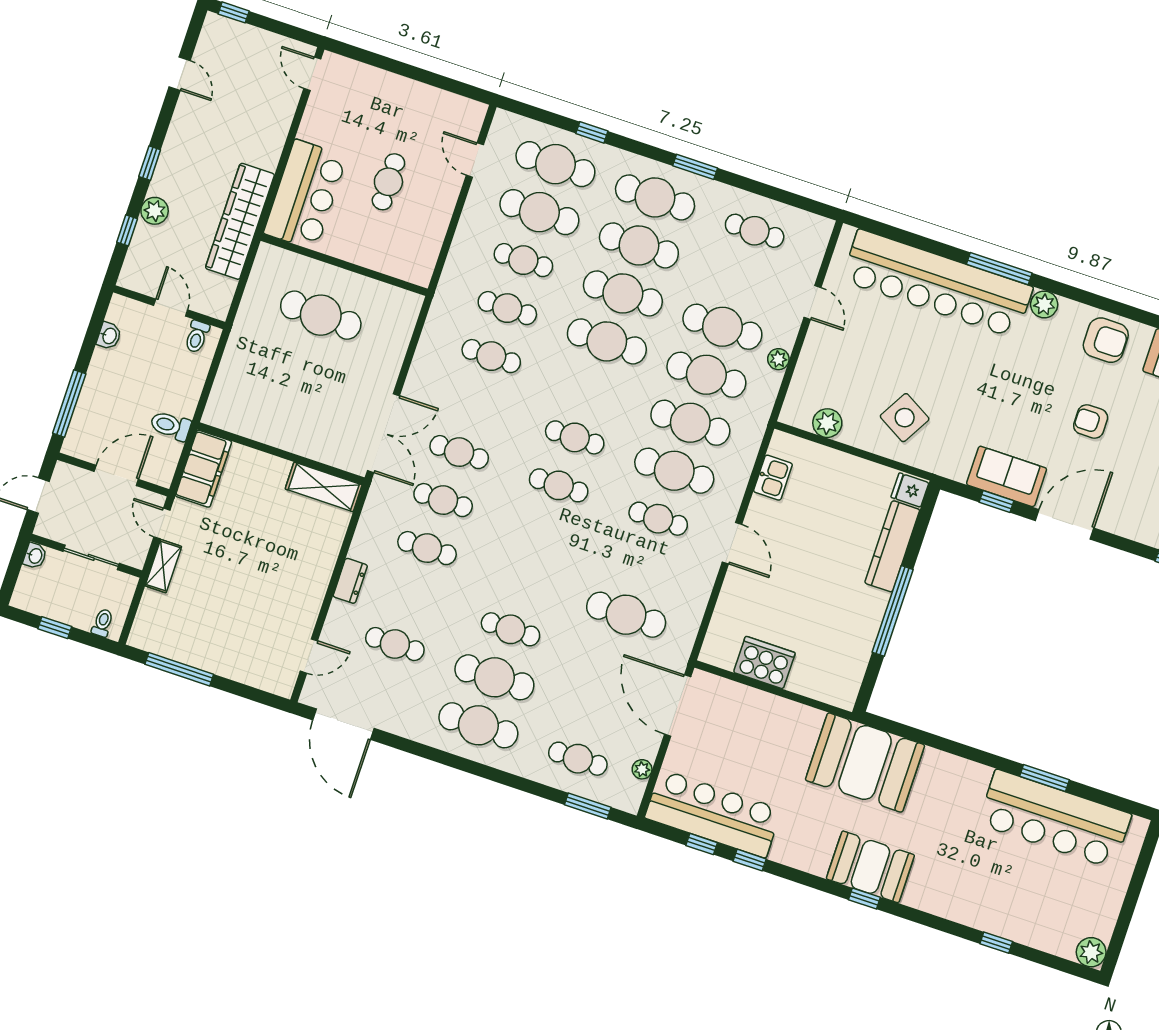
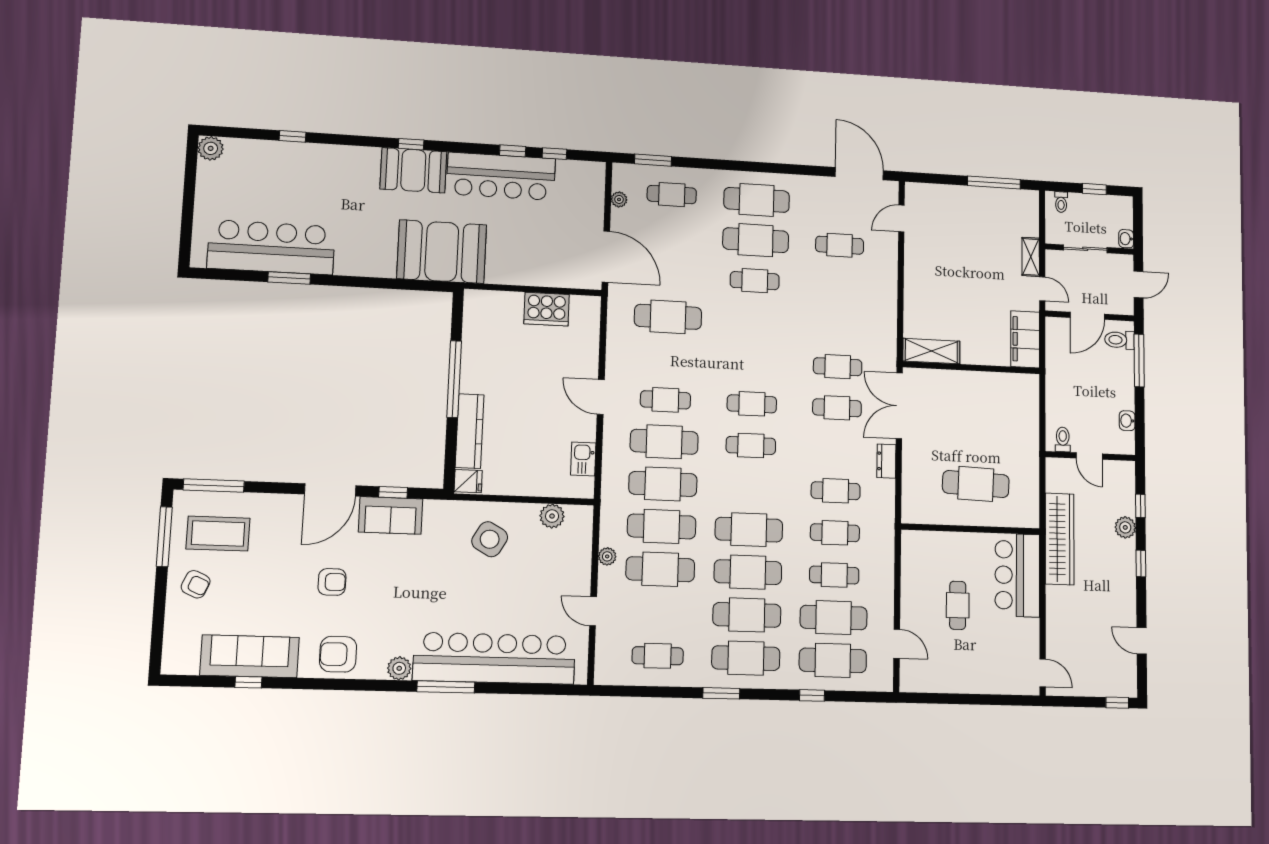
toilet: (170, 426) -> (1120, 340), moved, turned 180
cafe table: (427, 548) -> (838, 326), removed
dresser: (350, 581) -> (886, 461), moved
bar counter: (713, 814) -> (501, 176), moved

